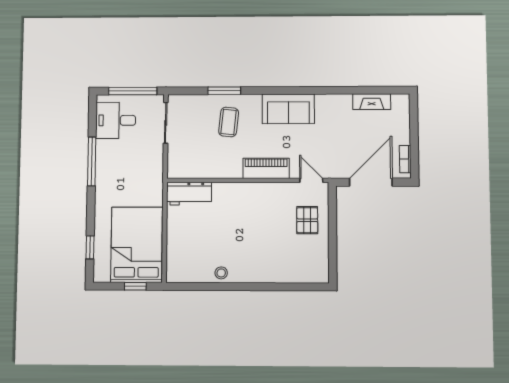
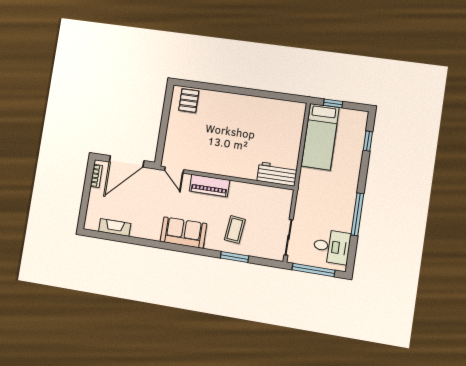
pallet: (307, 220) -> (189, 101), moved
bed: (137, 245) -> (320, 137), width x0.67
stool: (221, 273) -> (260, 105), removed

